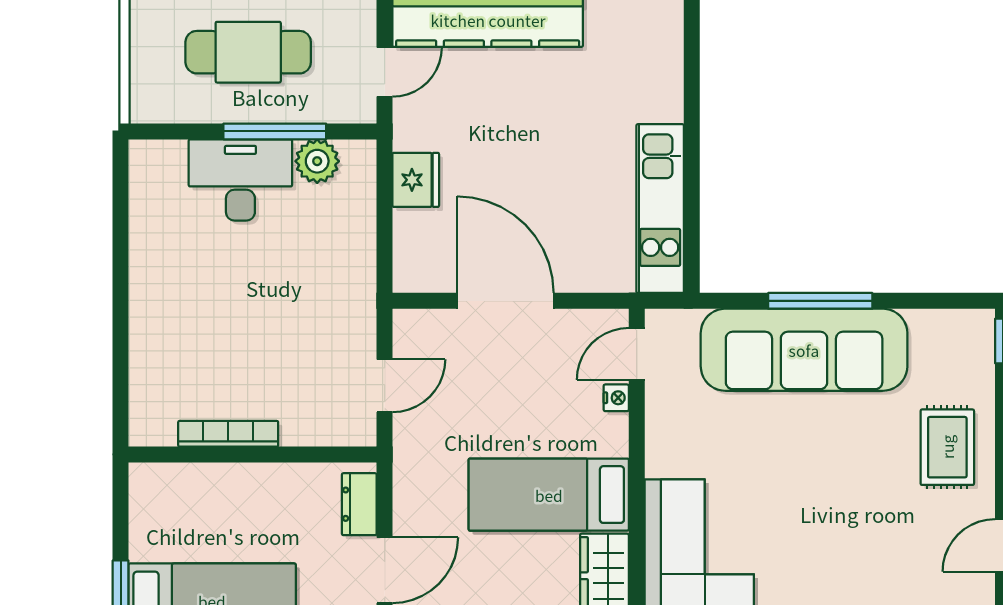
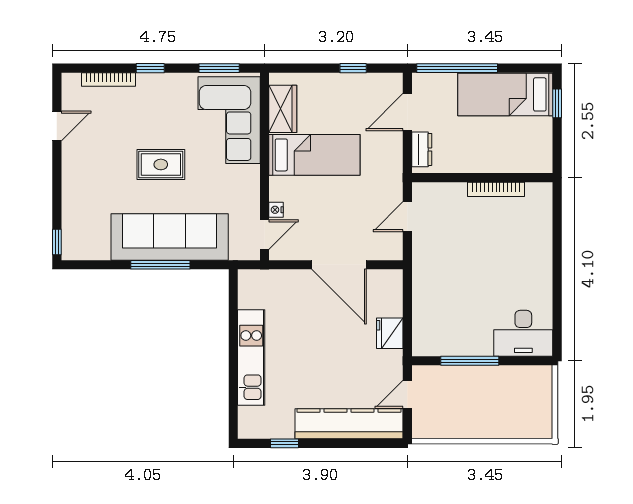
cafe table: (248, 52) -> (485, 406), removed
plant: (317, 161) -> (446, 344), removed
desk: (240, 180) -> (523, 333), moved
kitchen unit: (660, 209) -> (251, 358), moved
rug: (947, 447) -> (161, 164), moved, turned 90

